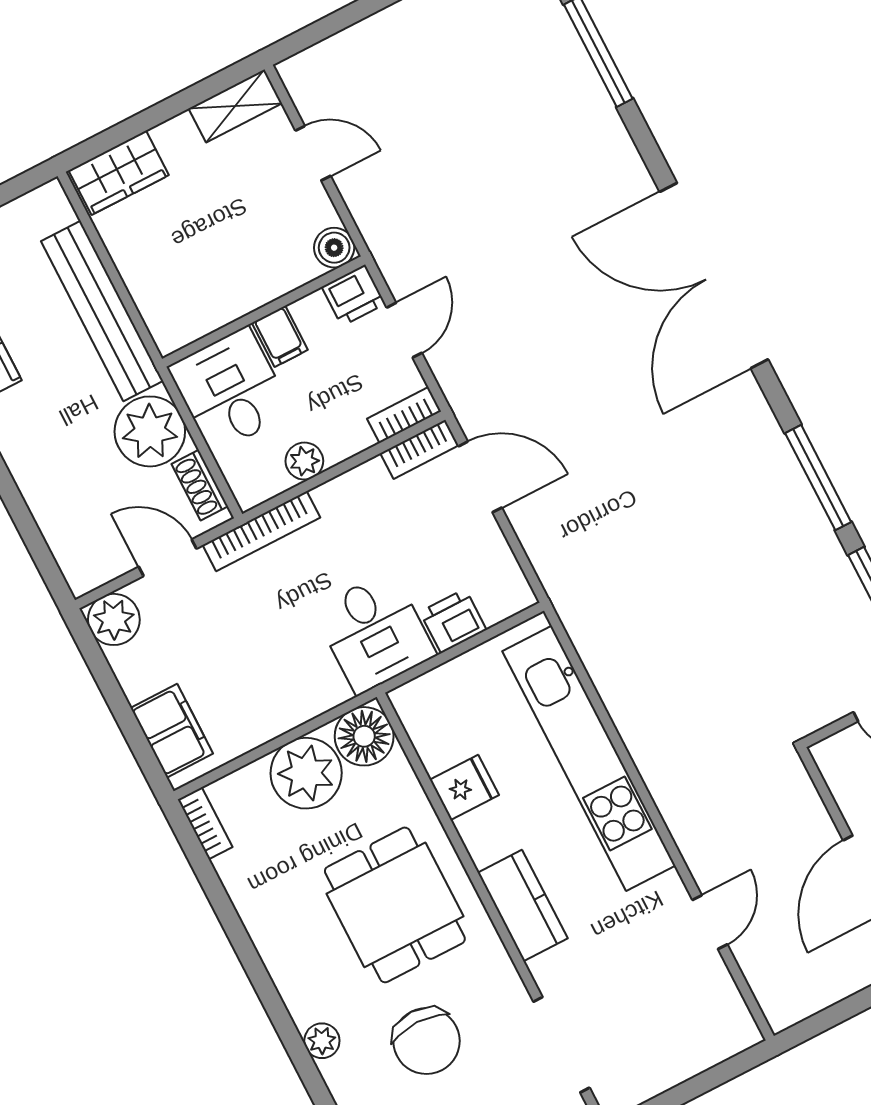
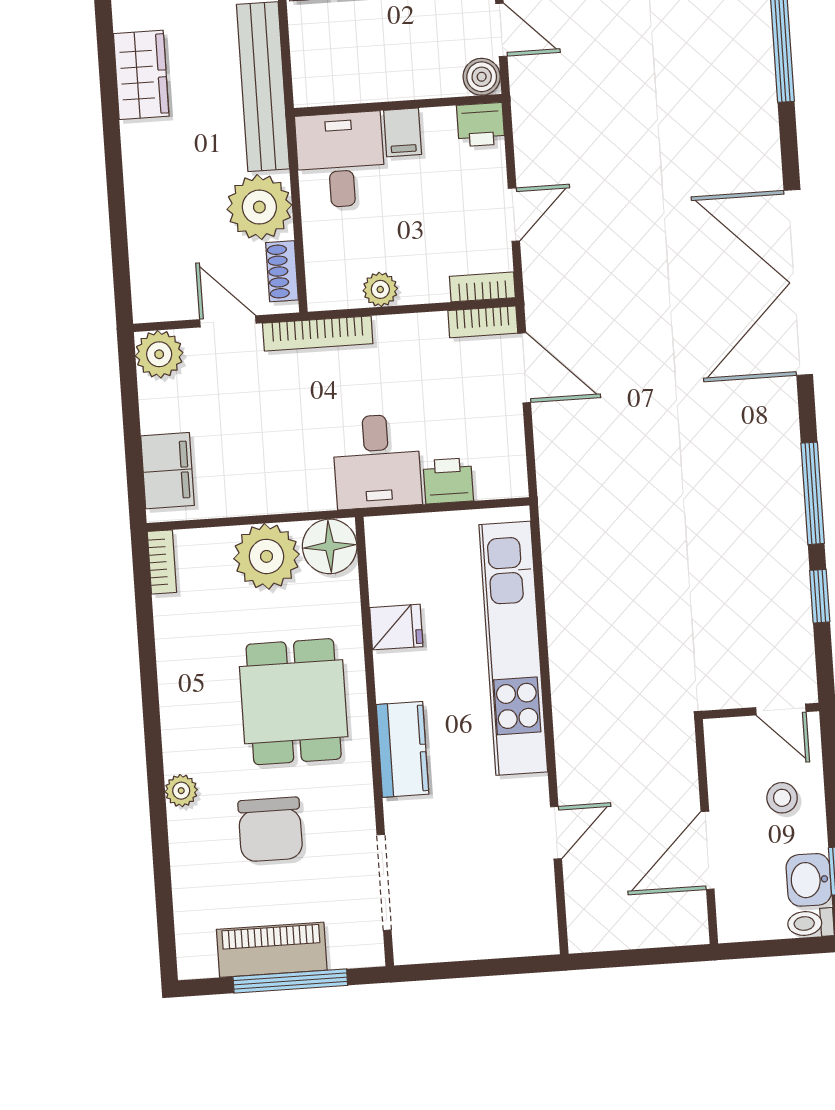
boiler: (334, 248) -> (482, 77), moved
printer: (354, 295) -> (481, 125), moved
wall: (264, 312) -> (398, 105), moved
filing cabinet: (280, 336) -> (403, 132), moved
desk: (230, 390) -> (340, 160), moved

